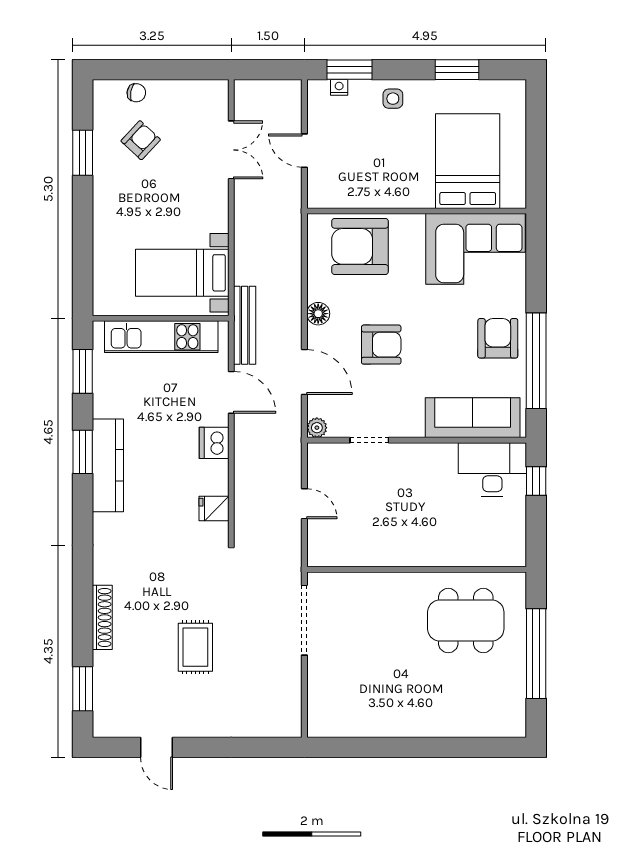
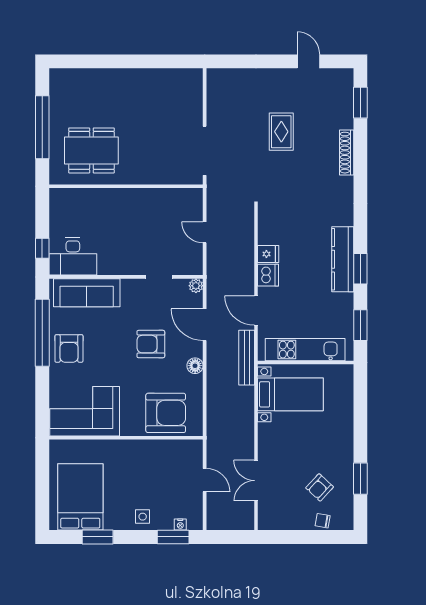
bed: (468, 161) -> (80, 497), moved, turned 180
fridge: (214, 509) -> (268, 254), moved

